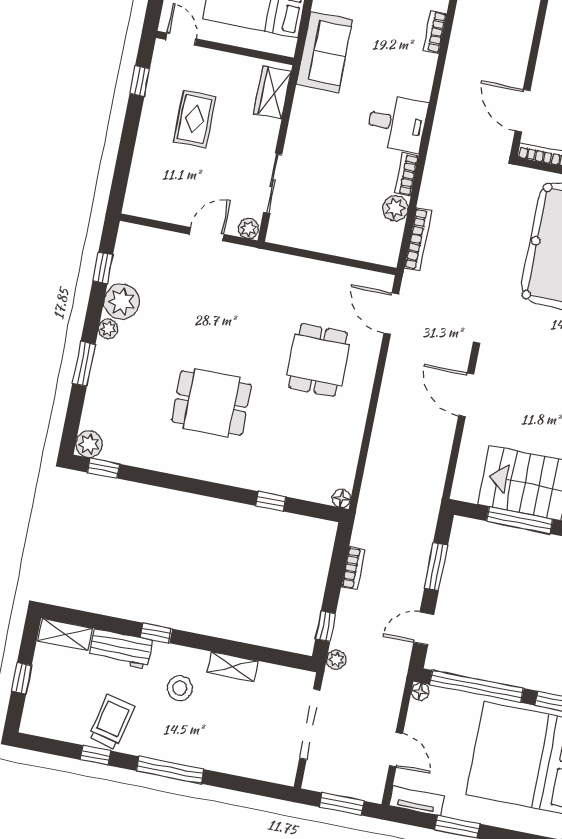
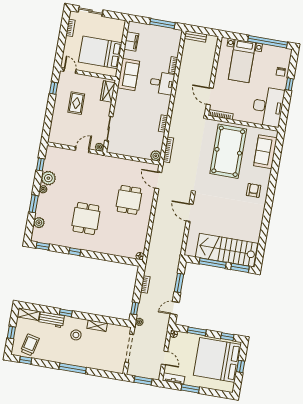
desk: (397, 123) -> (162, 83), moved
plant: (395, 208) -> (156, 156), moved
dining table: (211, 403) -> (86, 218), turned 90
plant: (89, 444) -> (39, 223), moved
window: (271, 501) -> (75, 252), moved
window: (477, 686) -> (197, 331), width x0.47
trolley: (112, 722) -> (30, 345), moved
window: (95, 755) -> (26, 360), moved

